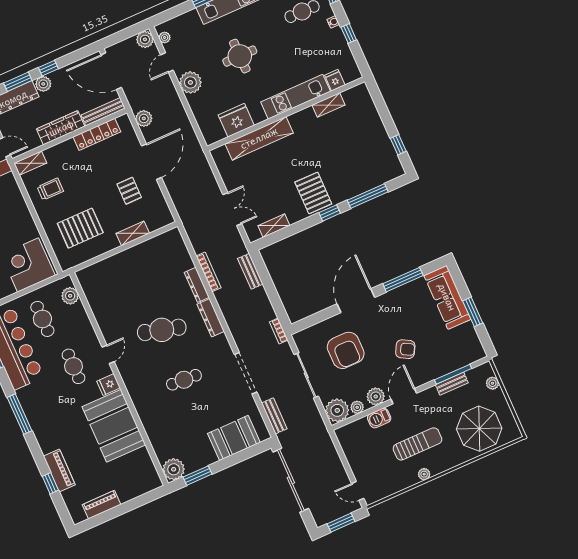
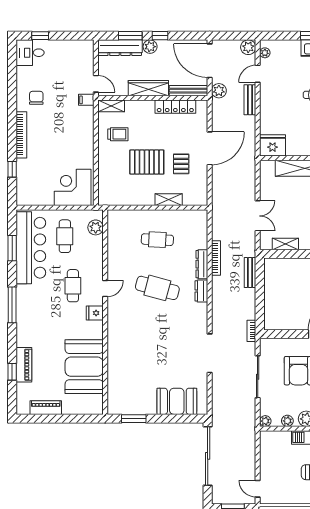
plant: (190, 82) -> (270, 98), removed
plant: (144, 118) -> (219, 91), moved
fridge: (236, 120) -> (273, 145), moved
pallet: (80, 228) -> (147, 162), moved
dresser: (211, 318) -> (201, 291), width x0.70
cafe table: (184, 380) -> (157, 240), moved
plant: (337, 410) -> (265, 421), width x0.53, depth x0.53
bench: (274, 416) -> (250, 100), moved
booth: (114, 426) -> (84, 367), moved
plant: (174, 469) -> (117, 405), removed

